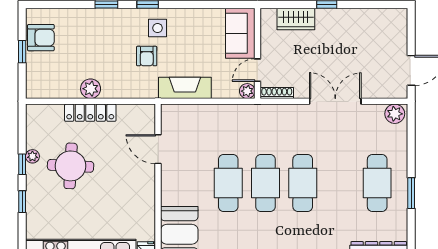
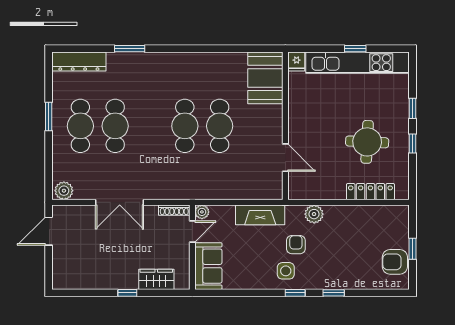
plant: (91, 89) -> (314, 214), moved
locker: (90, 113) -> (370, 192), moved
plant: (32, 156) -> (403, 151), removed
cafe table: (303, 183) -> (115, 126), moved

